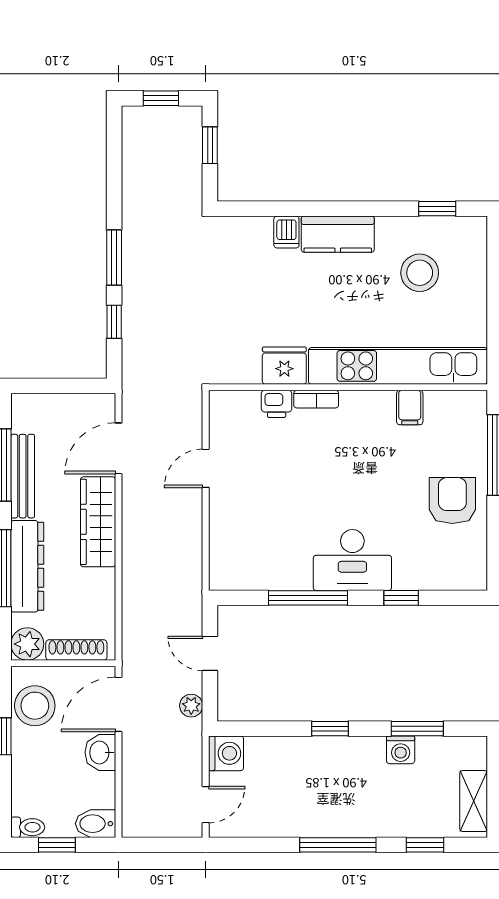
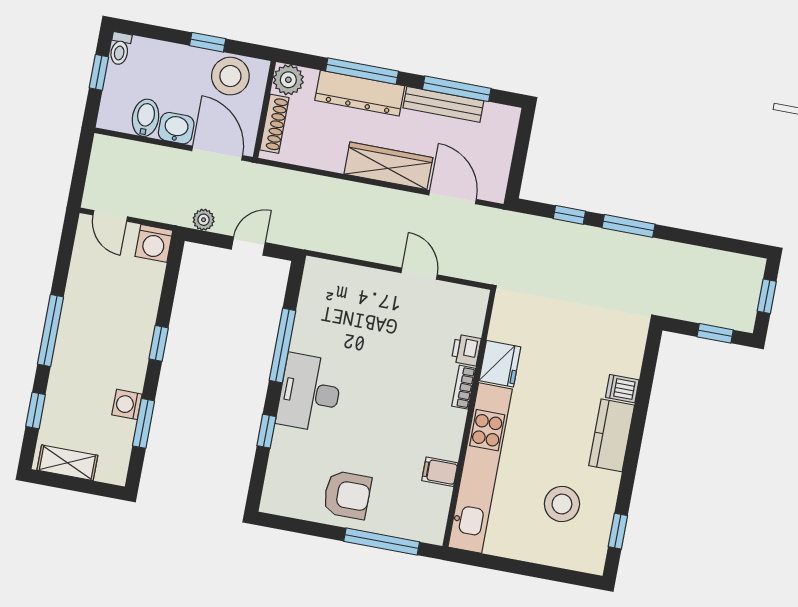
bidet: (95, 824) -> (146, 118), moved

